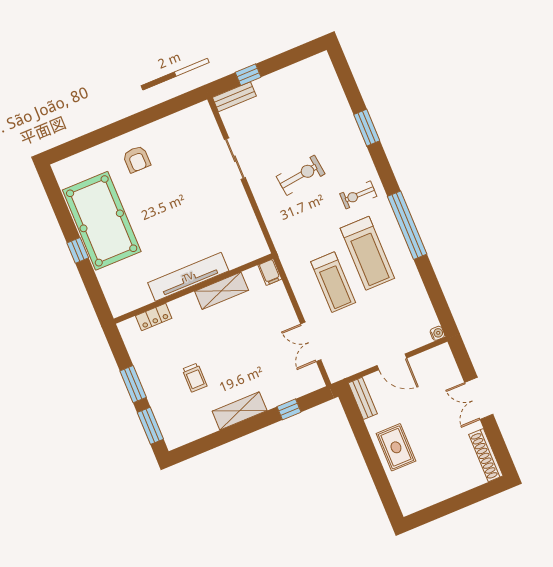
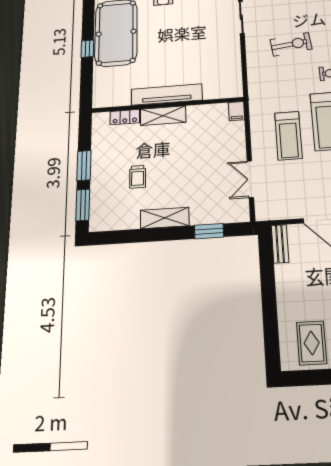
shelving: (222, 291) -> (163, 116), moved
window: (289, 409) -> (209, 231), width x1.50
rug: (396, 447) -> (312, 343), moved

